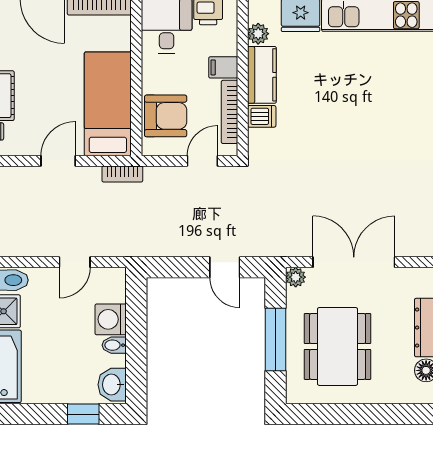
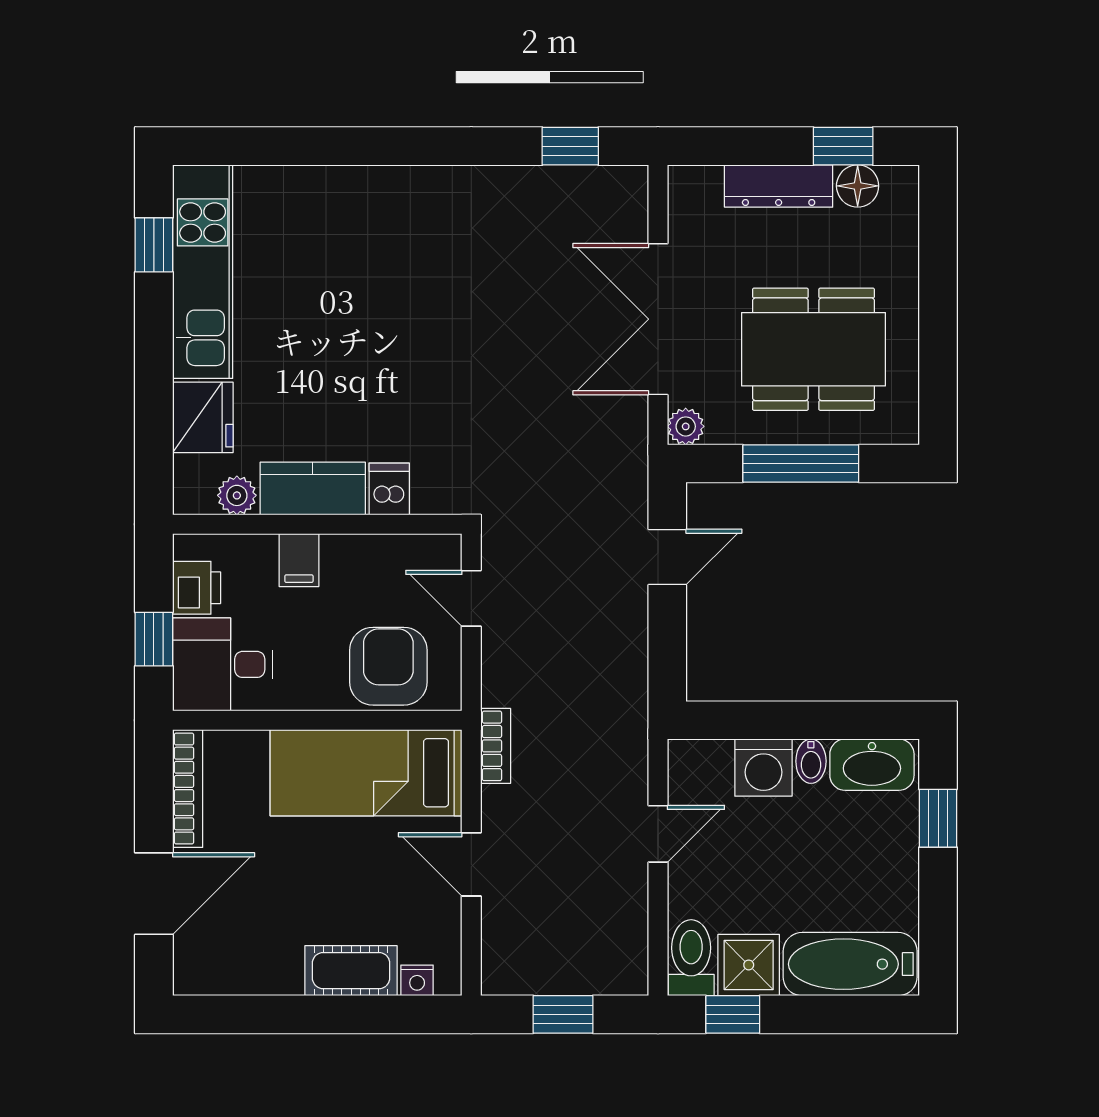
bookcase: (229, 112) -> (381, 549), removed
door: (75, 262) -> (658, 834), hinge flipped
washbasin: (112, 385) -> (872, 765), width x1.38

